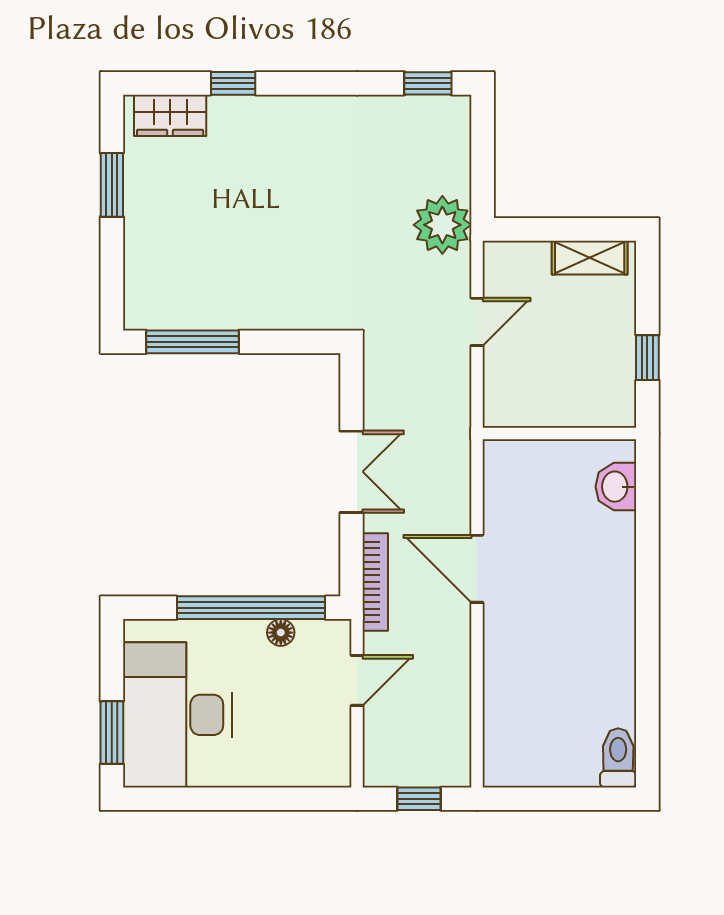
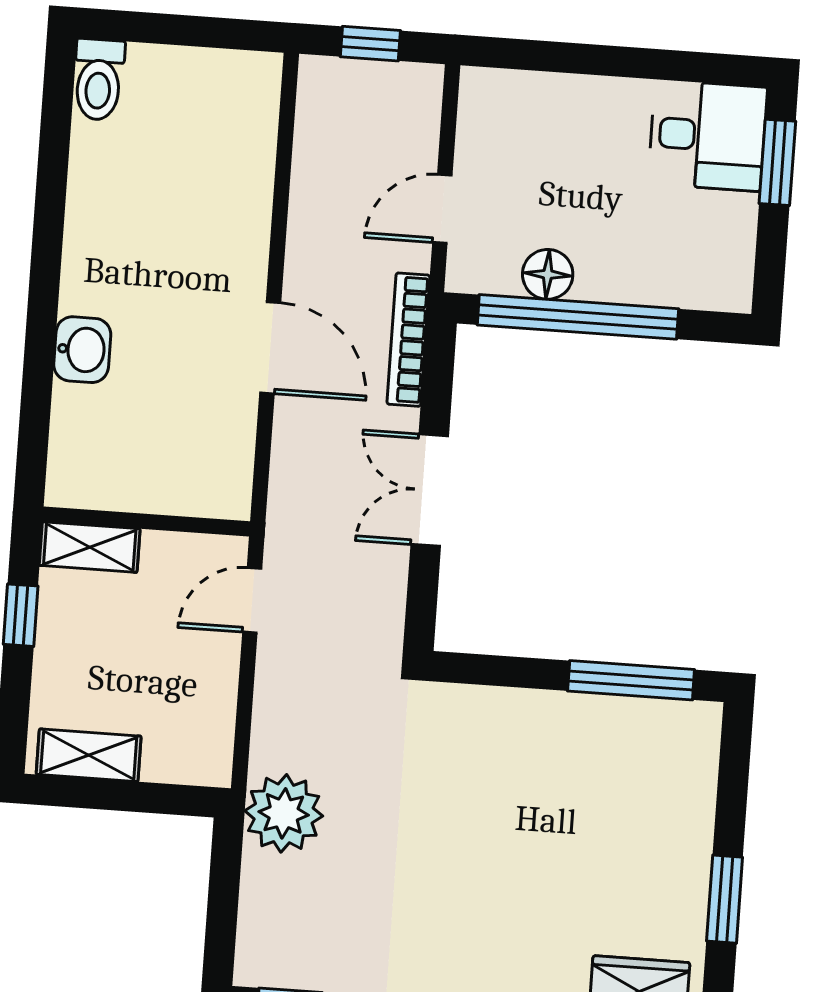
door: (477, 322) -> (252, 600), moved
shelving: (600, 412) -> (90, 547), added
washbasin: (616, 487) -> (82, 350), moved
floor lamp: (281, 633) -> (548, 274), width x1.37, depth x1.37
desk: (177, 715) -> (708, 136), width x0.53, depth x0.77

